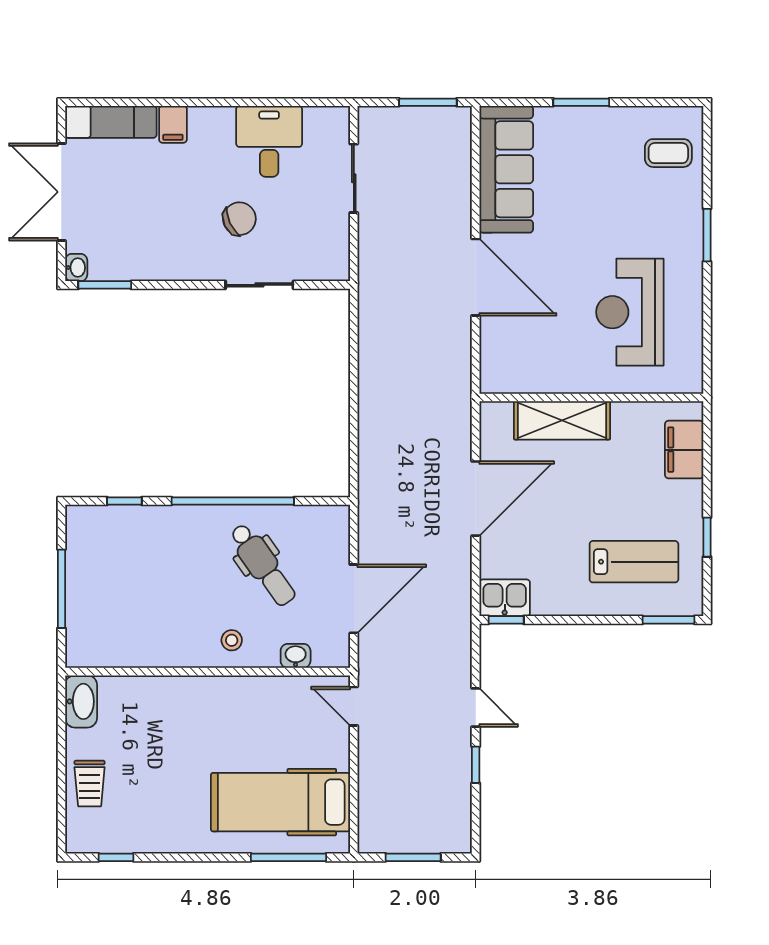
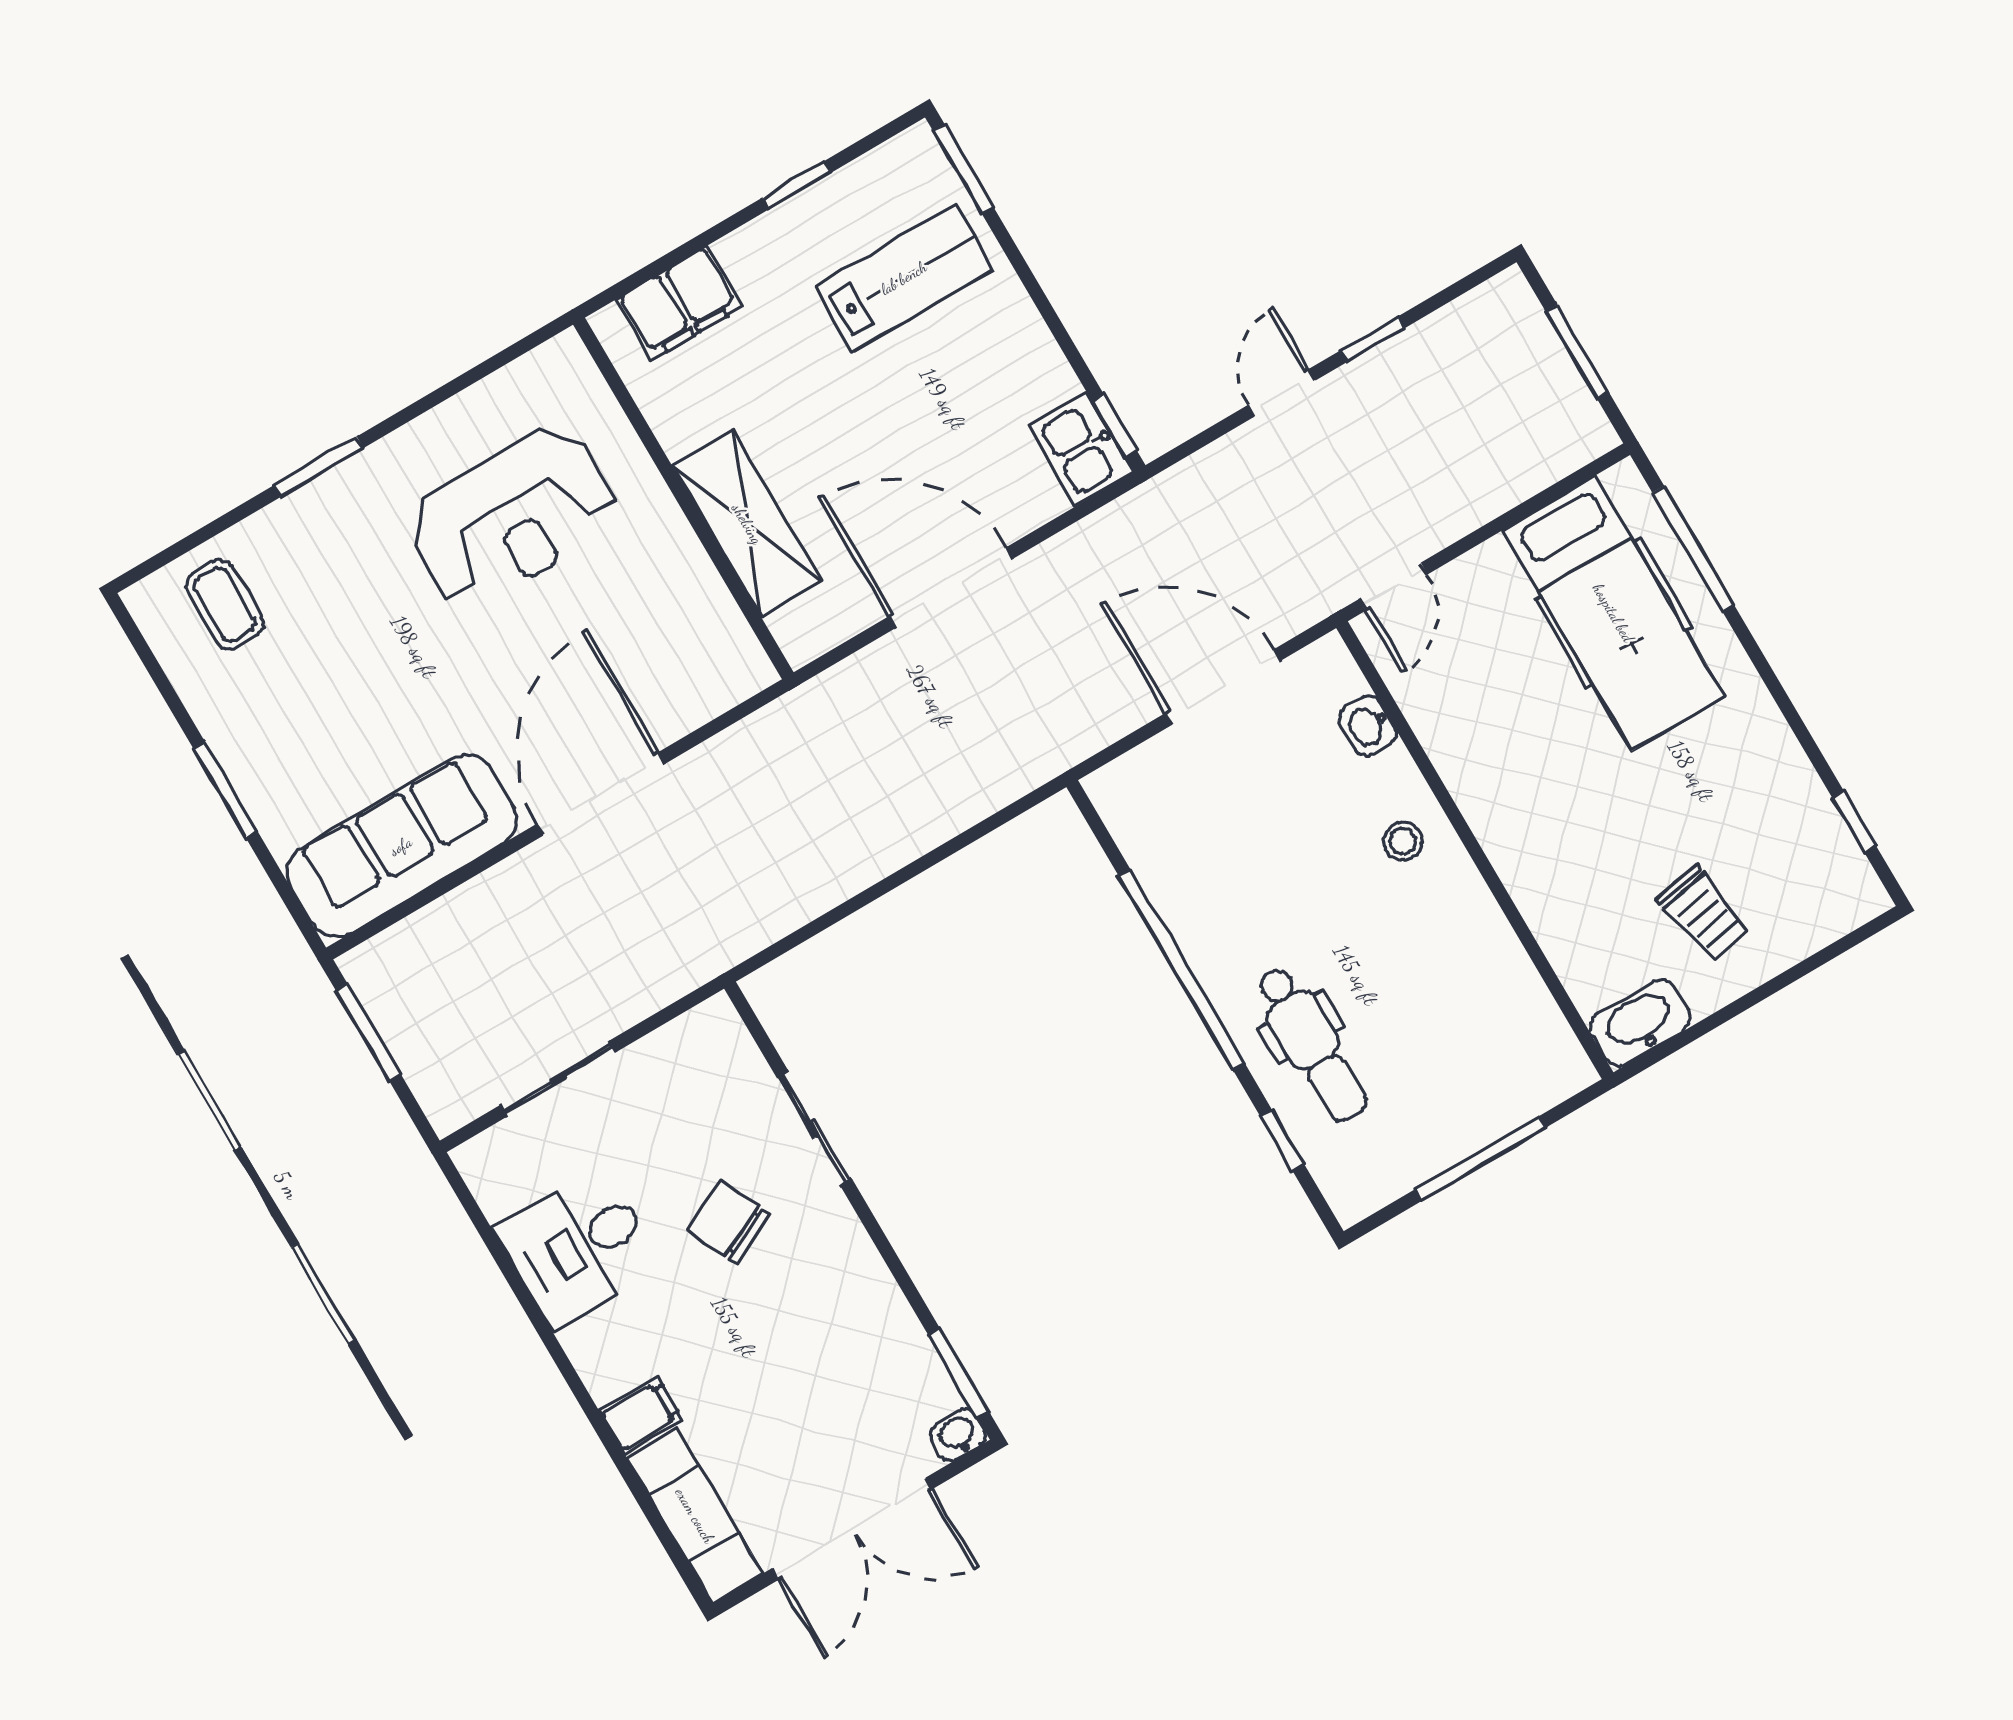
lab bench: (634, 562) -> (904, 278), turned 90
dental chair: (263, 565) -> (1311, 1044), moved, turned 125
trolley: (90, 784) -> (1703, 914), moved, turned 79

